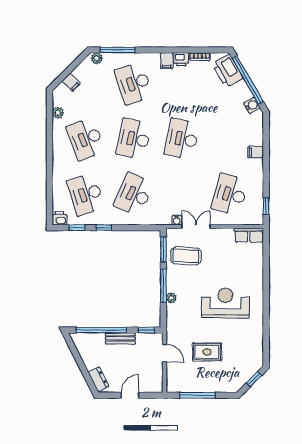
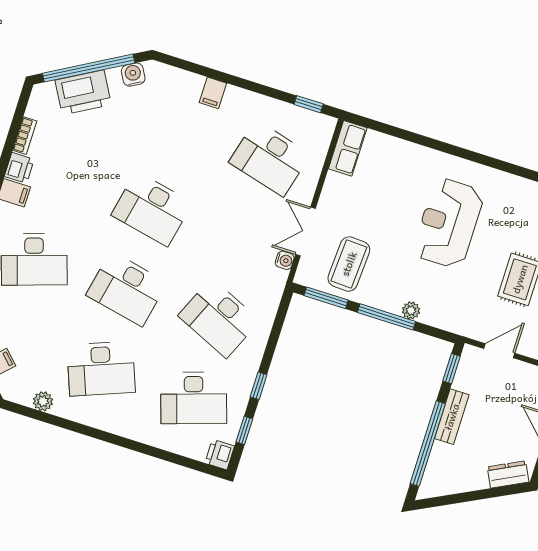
printer: (228, 71) -> (83, 92), moved

